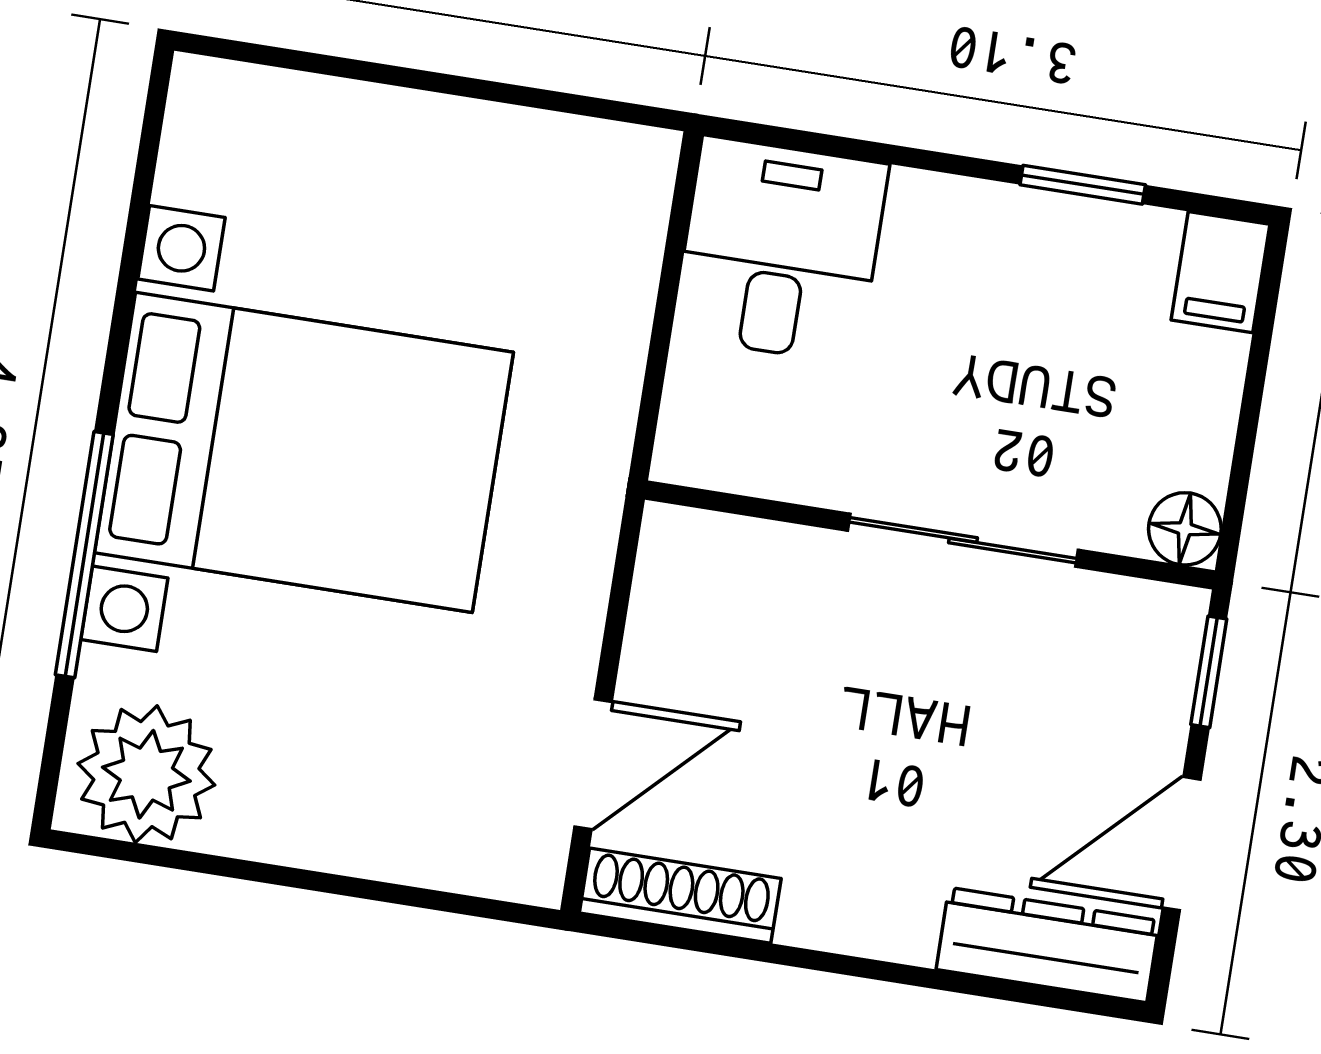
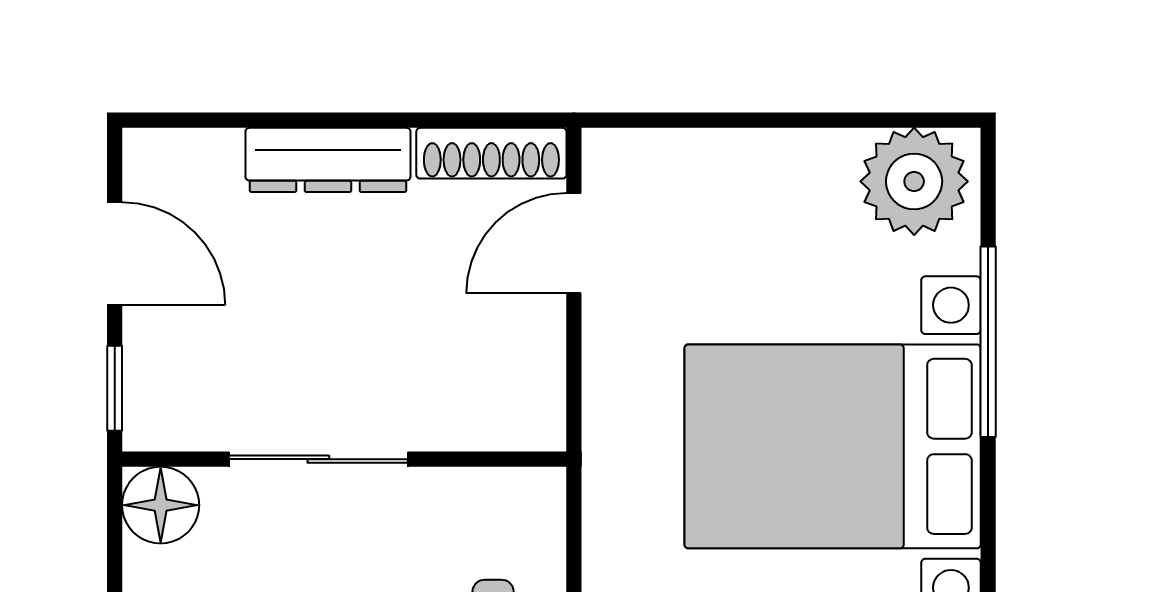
floor lamp: (1185, 529) -> (161, 505), width x1.37, depth x1.37
door: (1182, 844) -> (115, 254), hinge flipped
dresser: (1048, 945) -> (328, 160), moved

